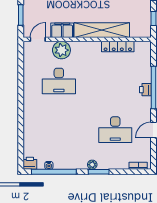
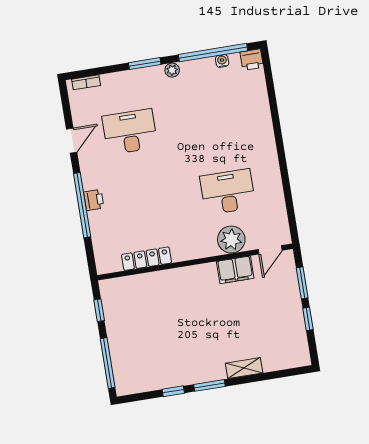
shelving: (102, 30) -> (175, 280), removed
plant: (92, 165) -> (172, 70), moved

